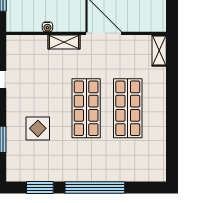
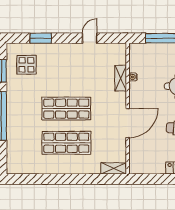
shelving: (64, 42) -> (121, 78), moved
display table: (38, 128) -> (27, 65), moved

